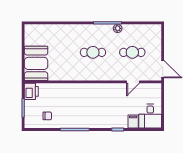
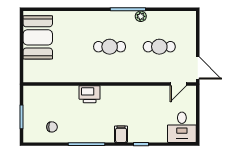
booth: (36, 63) -> (38, 37), moved
door: (133, 82) -> (178, 84), moved
printer: (31, 91) -> (90, 94), moved, turned 90
filing cabinet: (133, 122) -> (121, 134), moved

